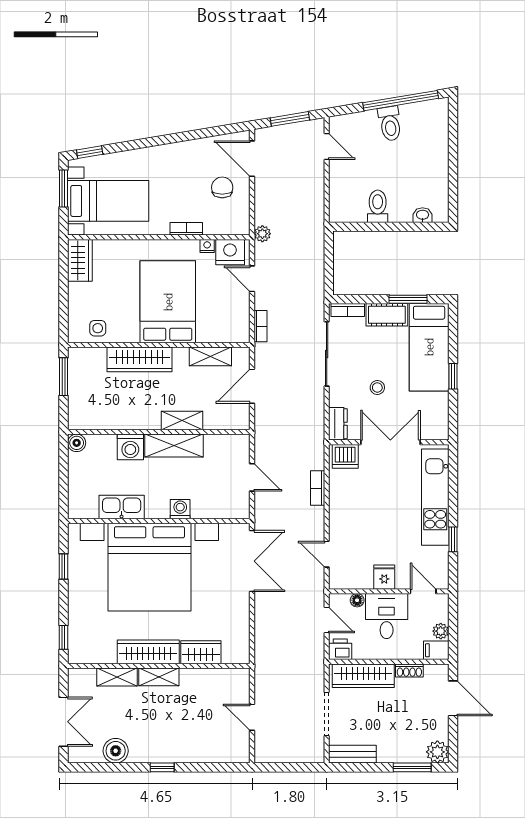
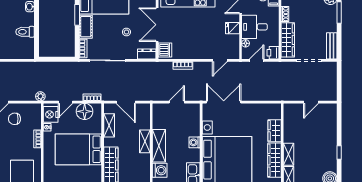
floor lamp: (235, 313) -> (85, 111), added

